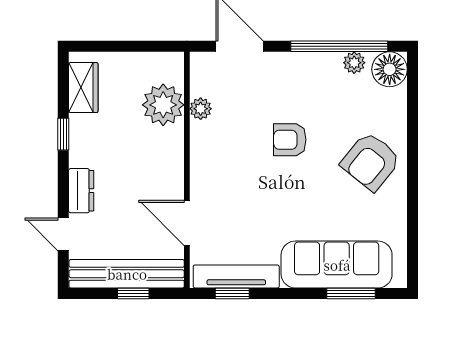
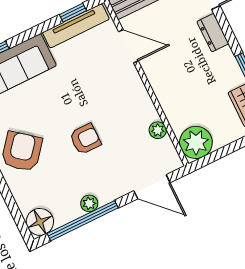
plant: (354, 63) -> (89, 203), moved
plant: (163, 105) -> (196, 142), moved

